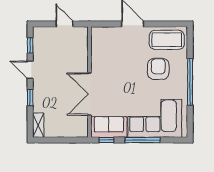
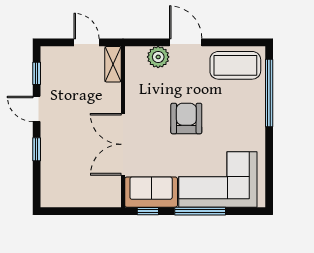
plant: (114, 34) -> (158, 57), added
armchair: (158, 69) -> (186, 119), moved
window: (190, 82) -> (269, 93), moved
shelving: (38, 125) -> (113, 64), moved

